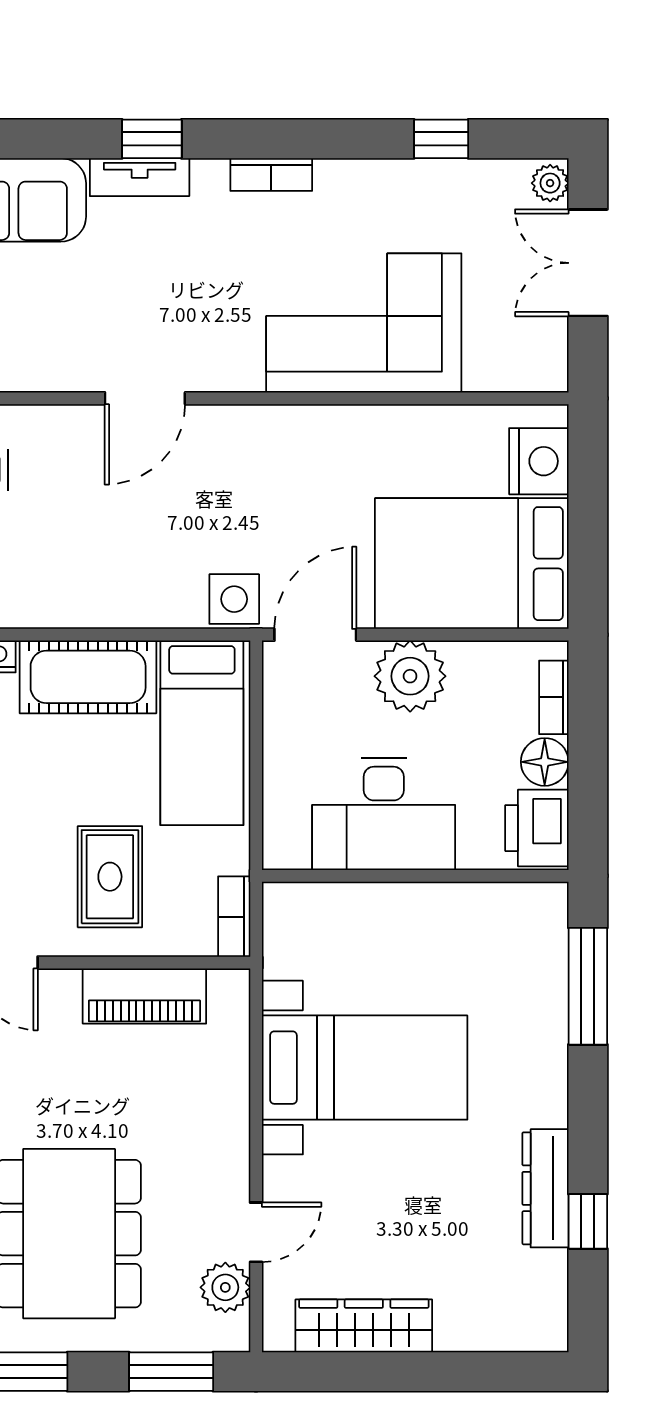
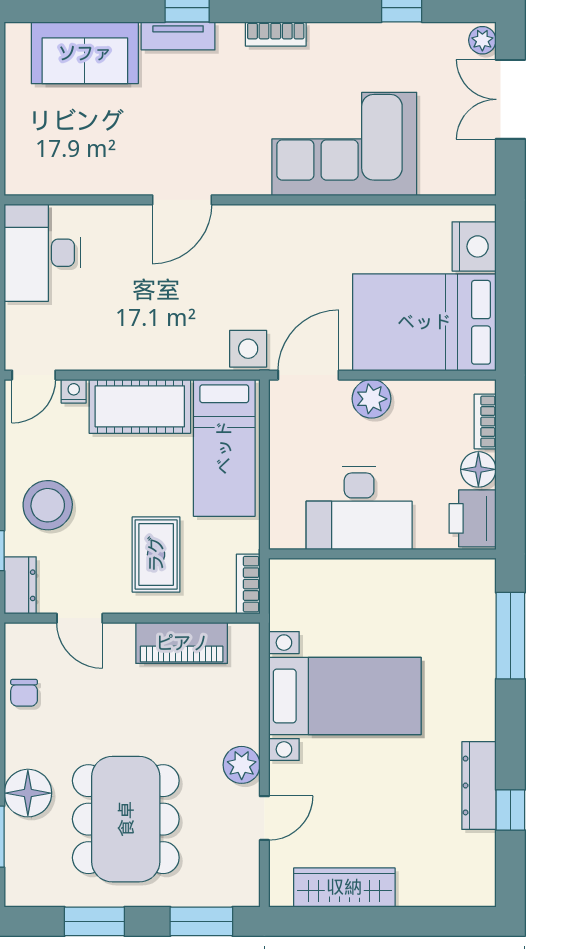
plant: (410, 676) -> (372, 399), width x0.73, depth x0.73
plant: (225, 1287) -> (242, 765), moved

